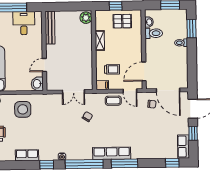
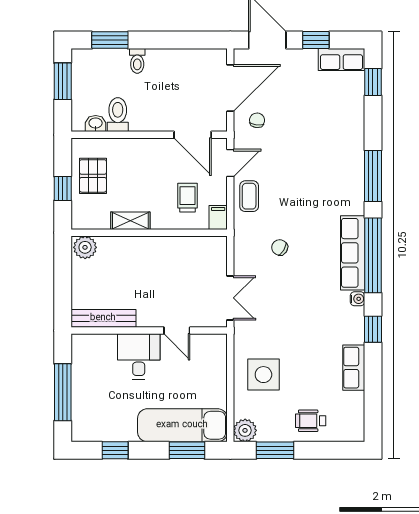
desk: (24, 23) -> (139, 356), moved, turned 90
washbasin: (37, 84) -> (214, 345), removed
double door: (73, 92) -> (230, 298), moved
row of seats: (112, 153) -> (353, 253), moved

